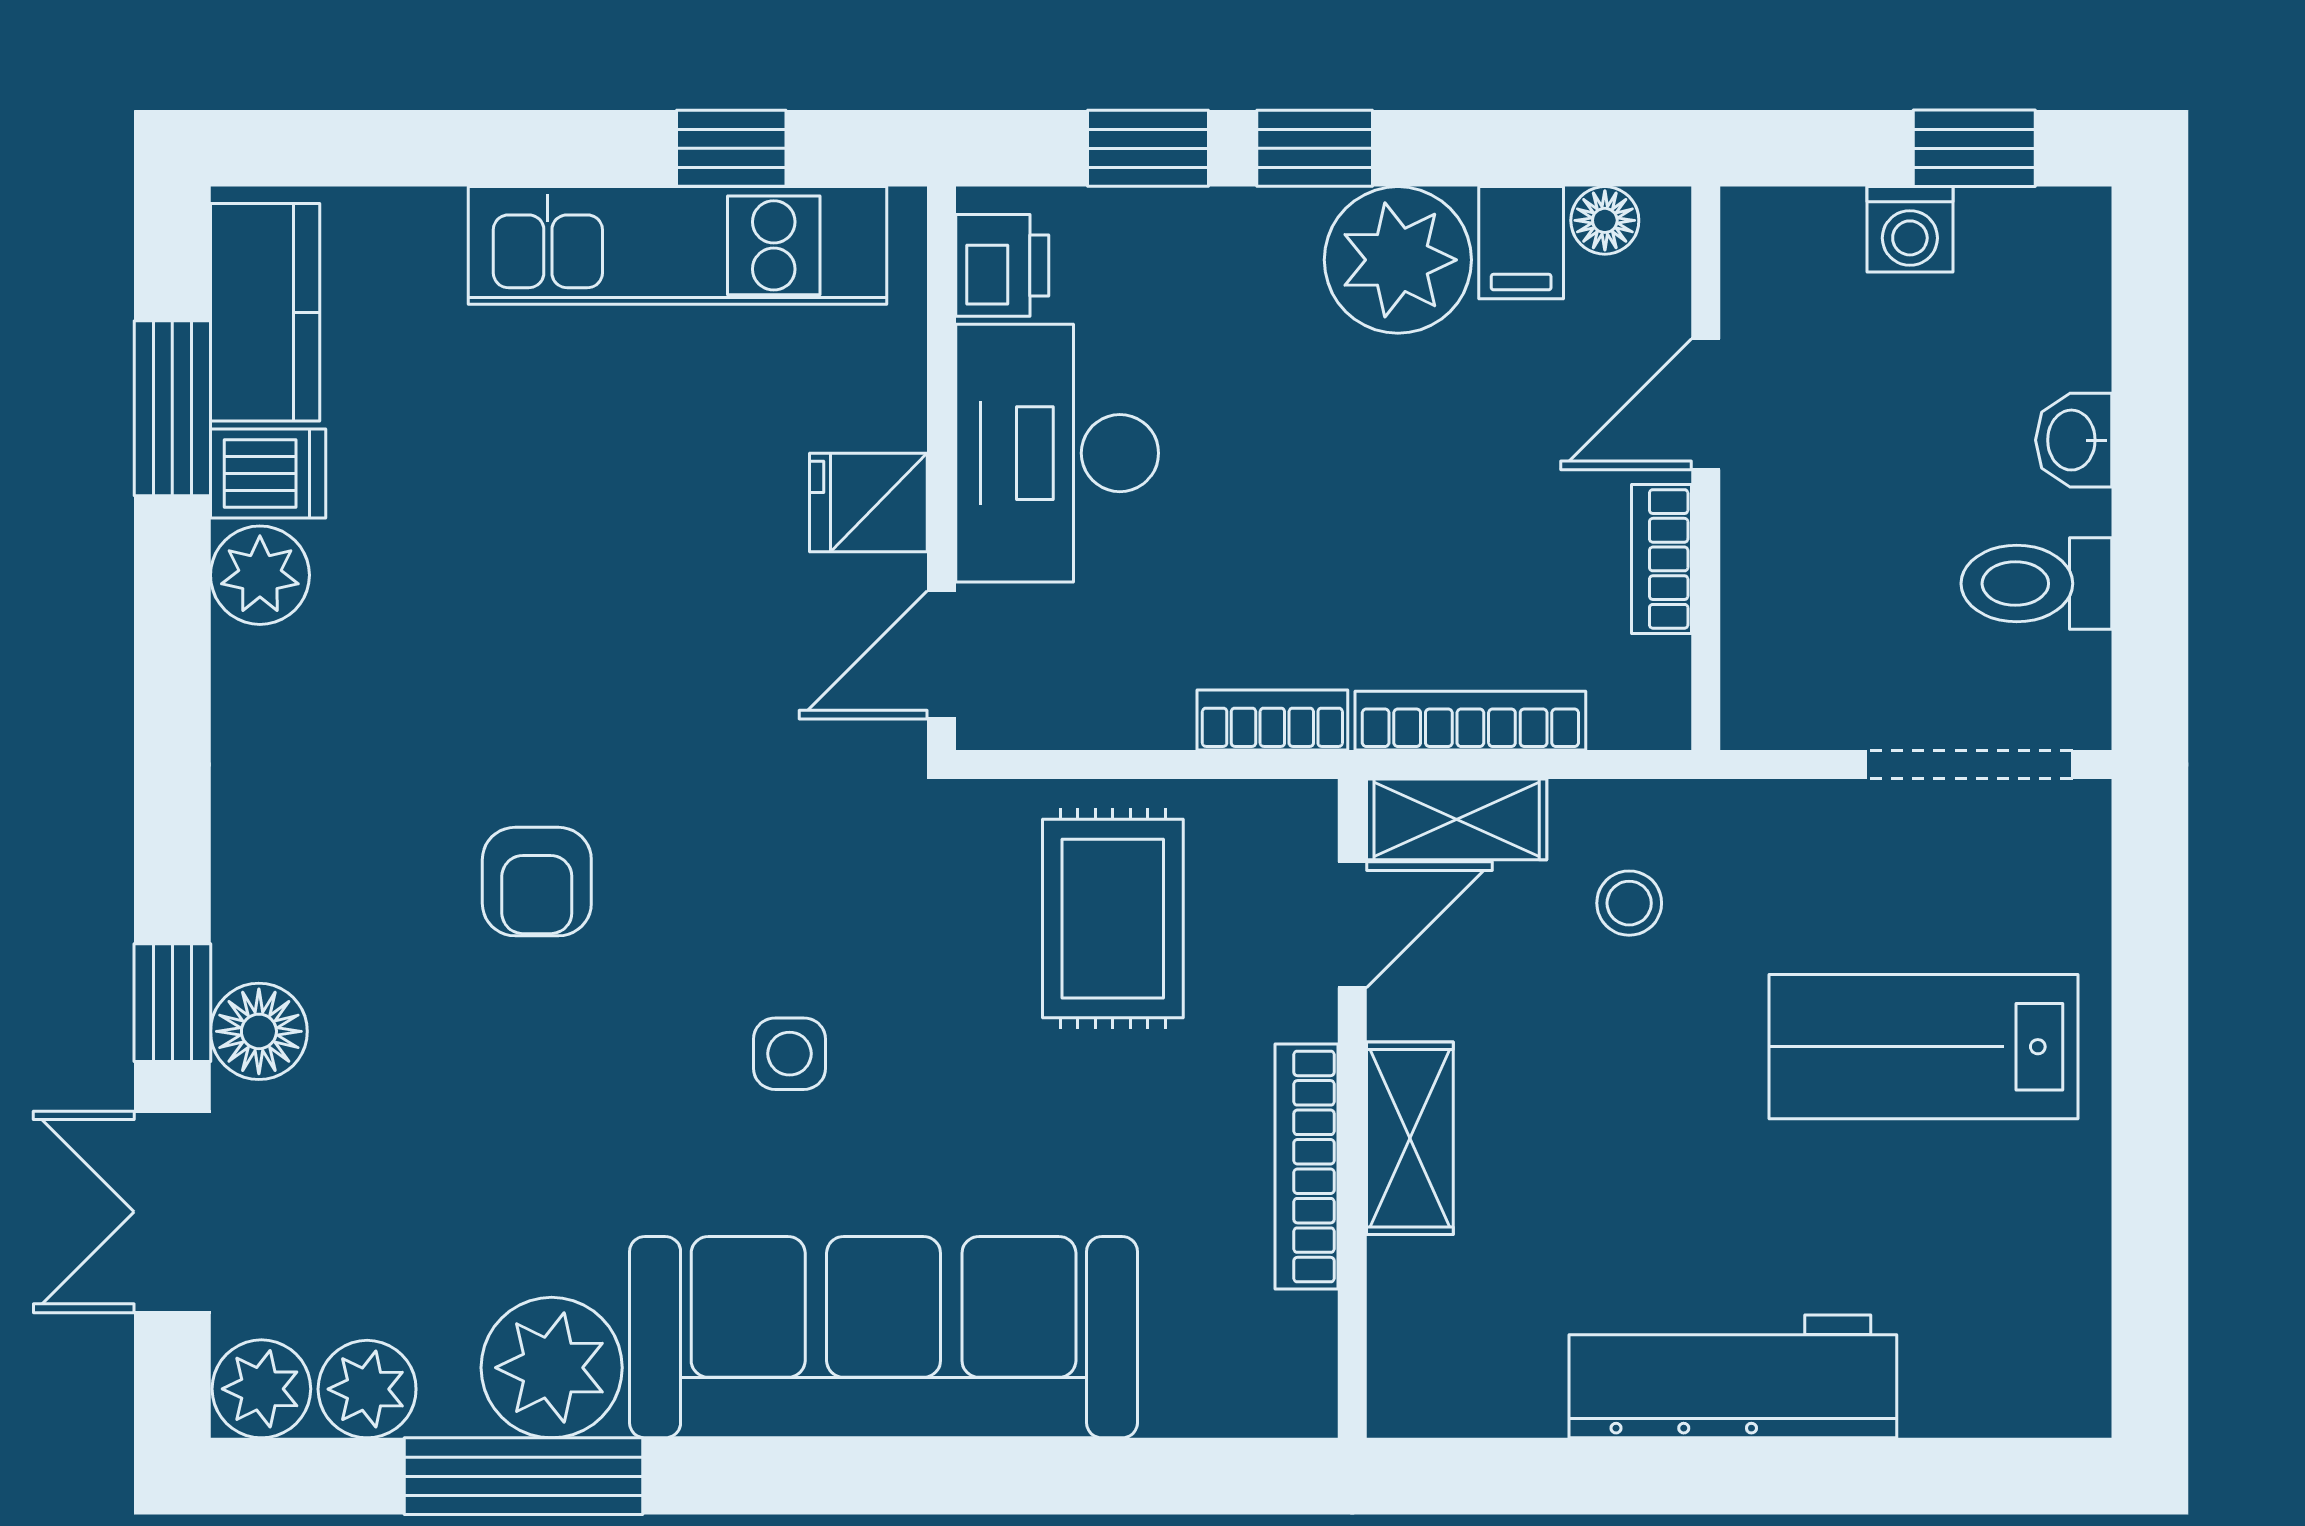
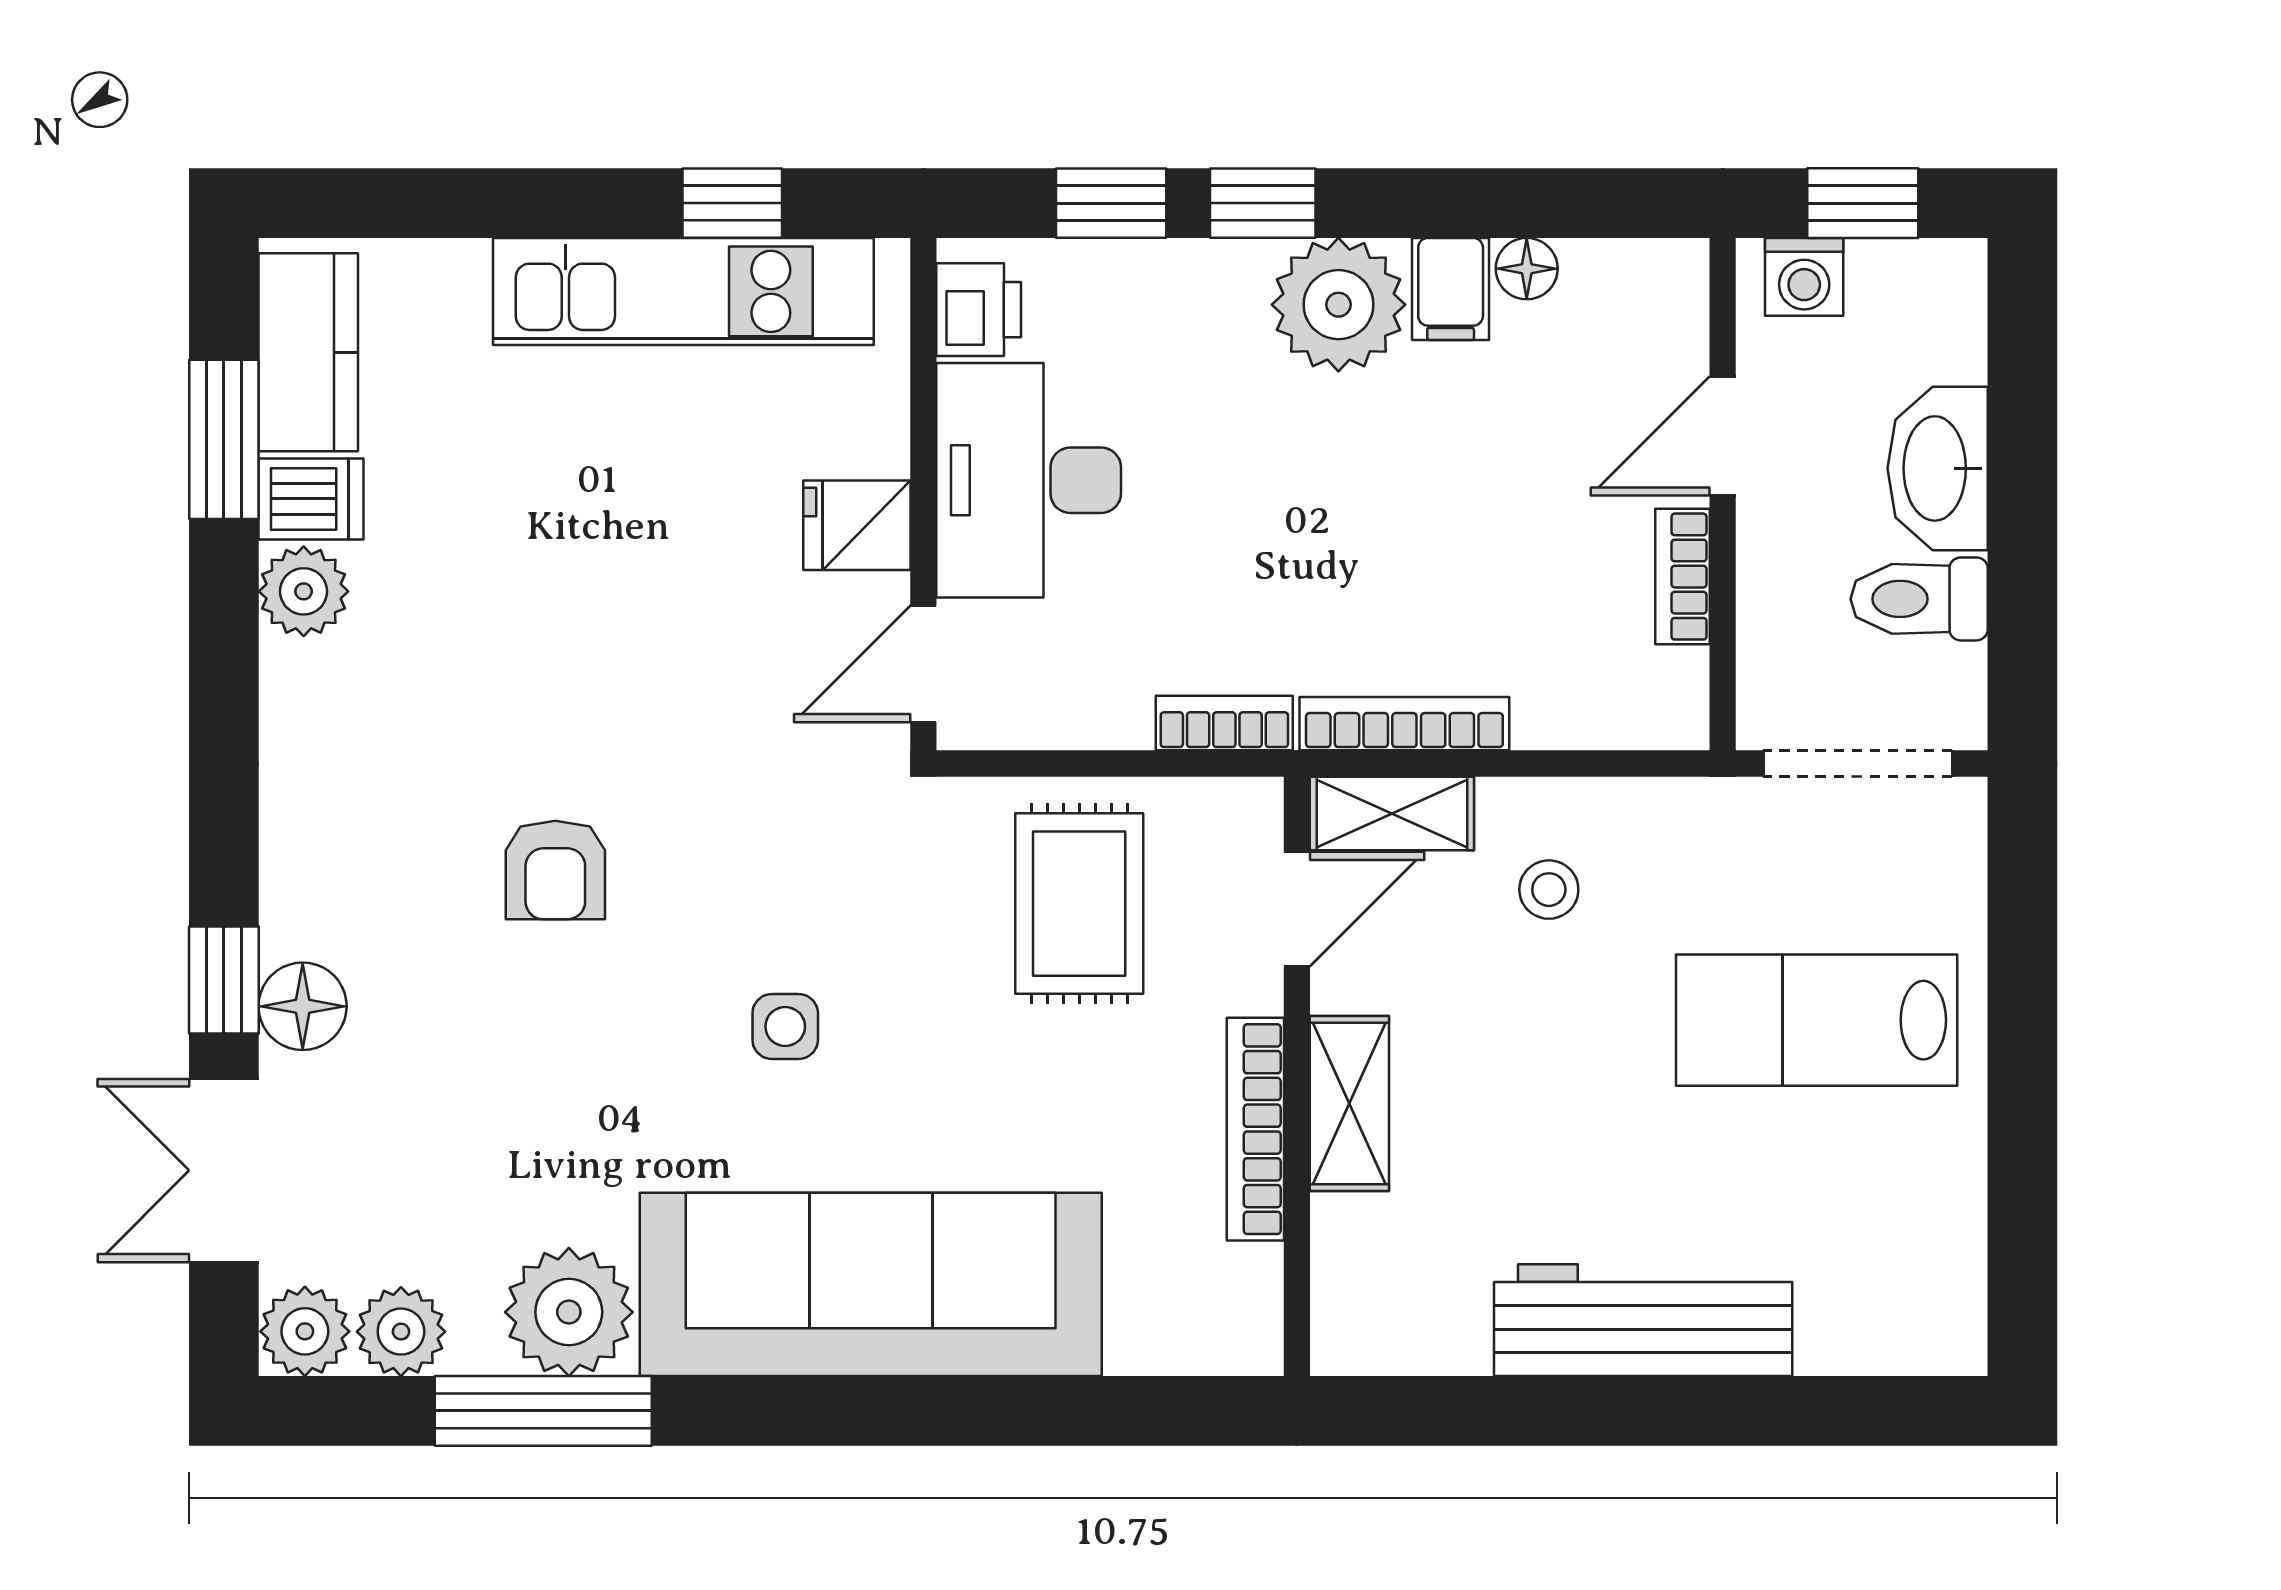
door: (1706, 404) -> (1723, 436), moved
washbasin: (2074, 440) -> (1938, 468), width x1.91, depth x1.45
wall: (1706, 468) -> (1723, 494), moved
bookcase: (1661, 559) -> (1683, 577), moved

